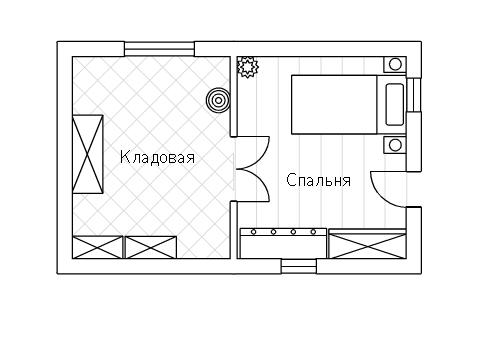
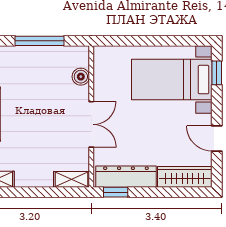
plant: (248, 67) -> (101, 53), removed
shelving: (151, 248) -> (72, 179), moved
window: (299, 266) -> (116, 192), moved

